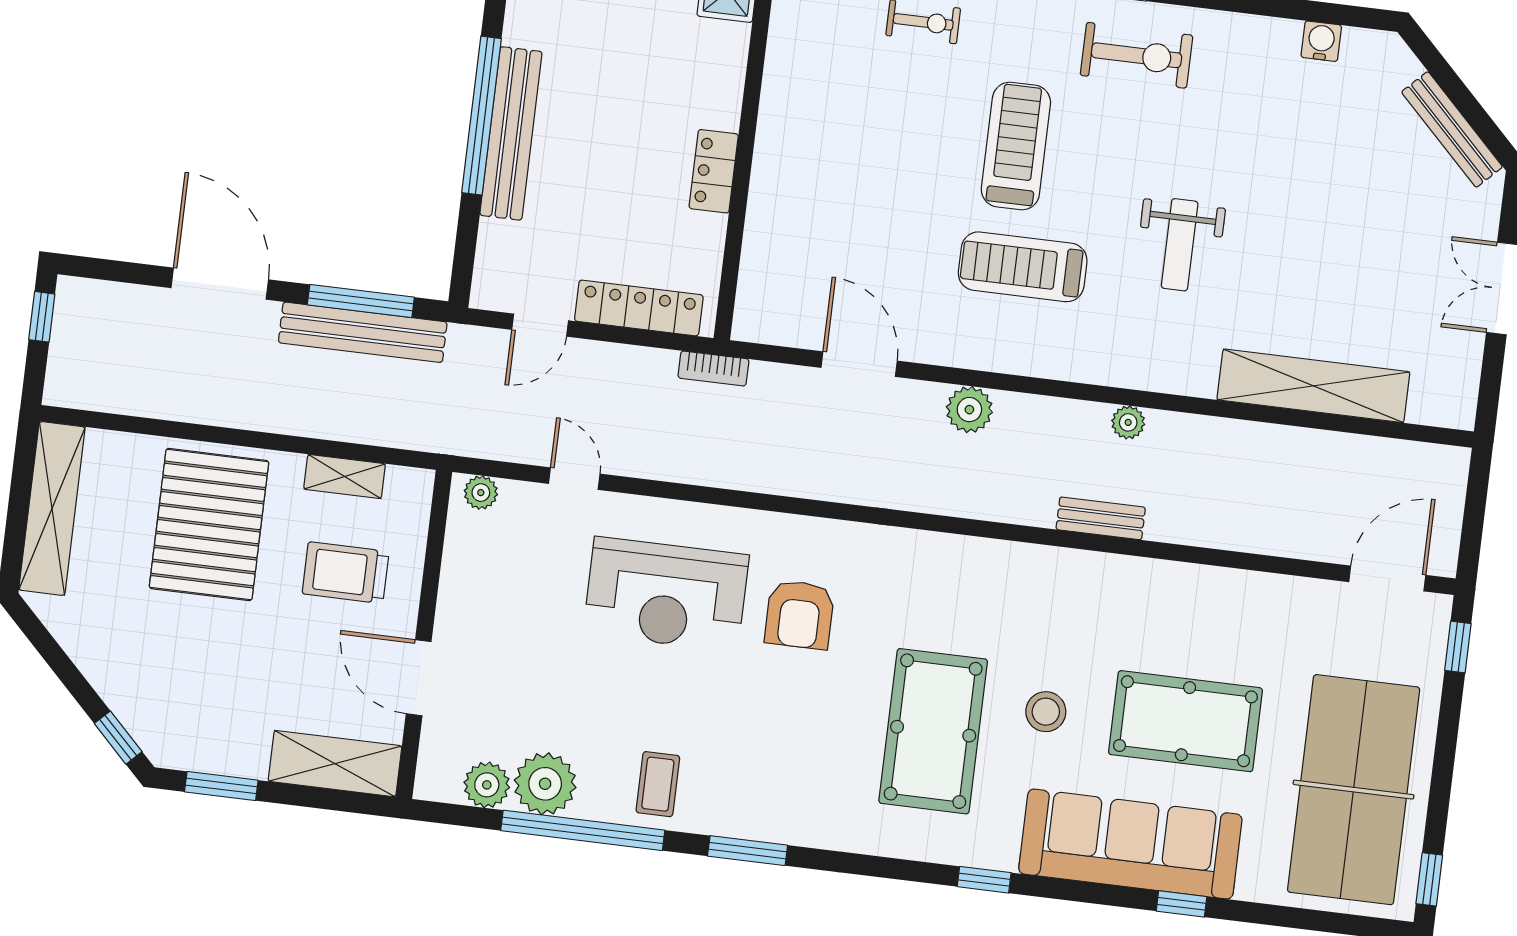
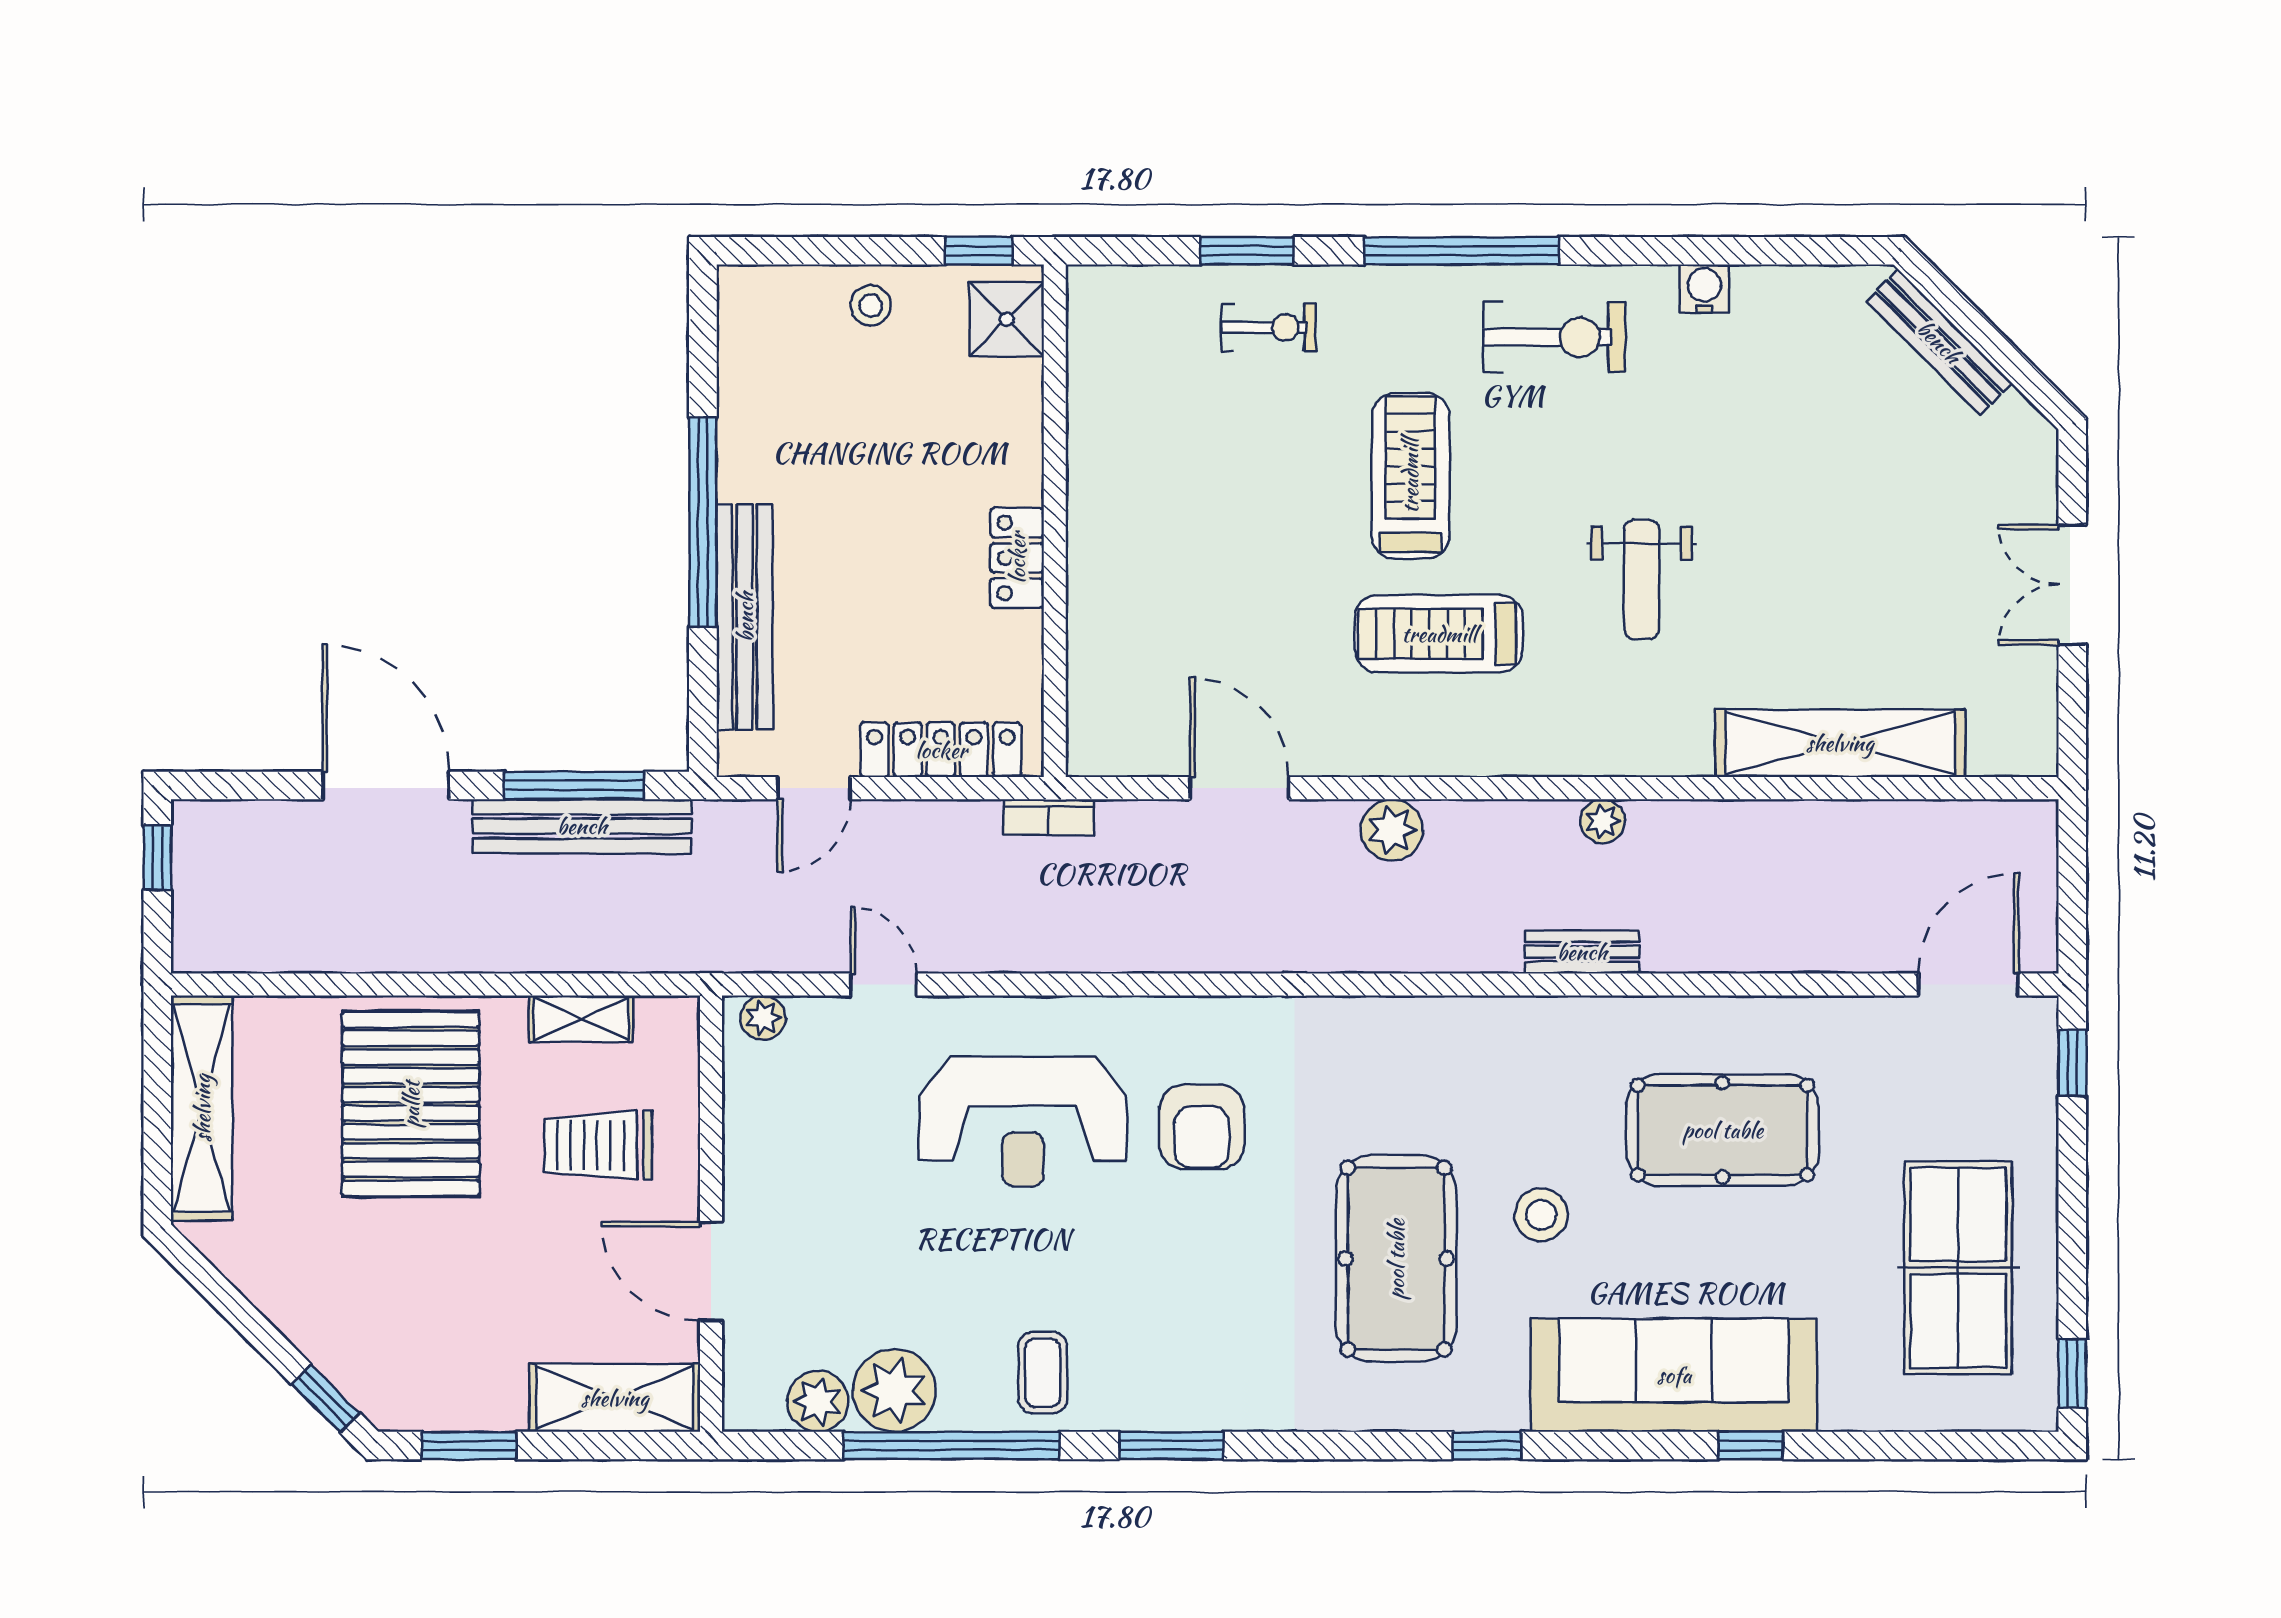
water cooler: (1321, 41) -> (1704, 289), moved
bench: (1452, 129) -> (1939, 342), moved
bench: (511, 133) -> (745, 617), moved
pool table: (1185, 721) -> (1723, 1130), moved
table tennis table: (1354, 790) -> (1958, 1268), width x0.73, depth x0.76

